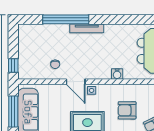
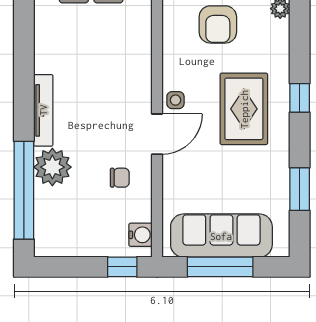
window: (66, 19) -> (24, 190), moved
plant: (60, 33) -> (52, 167), added
water cooler: (117, 74) -> (140, 235), moved

